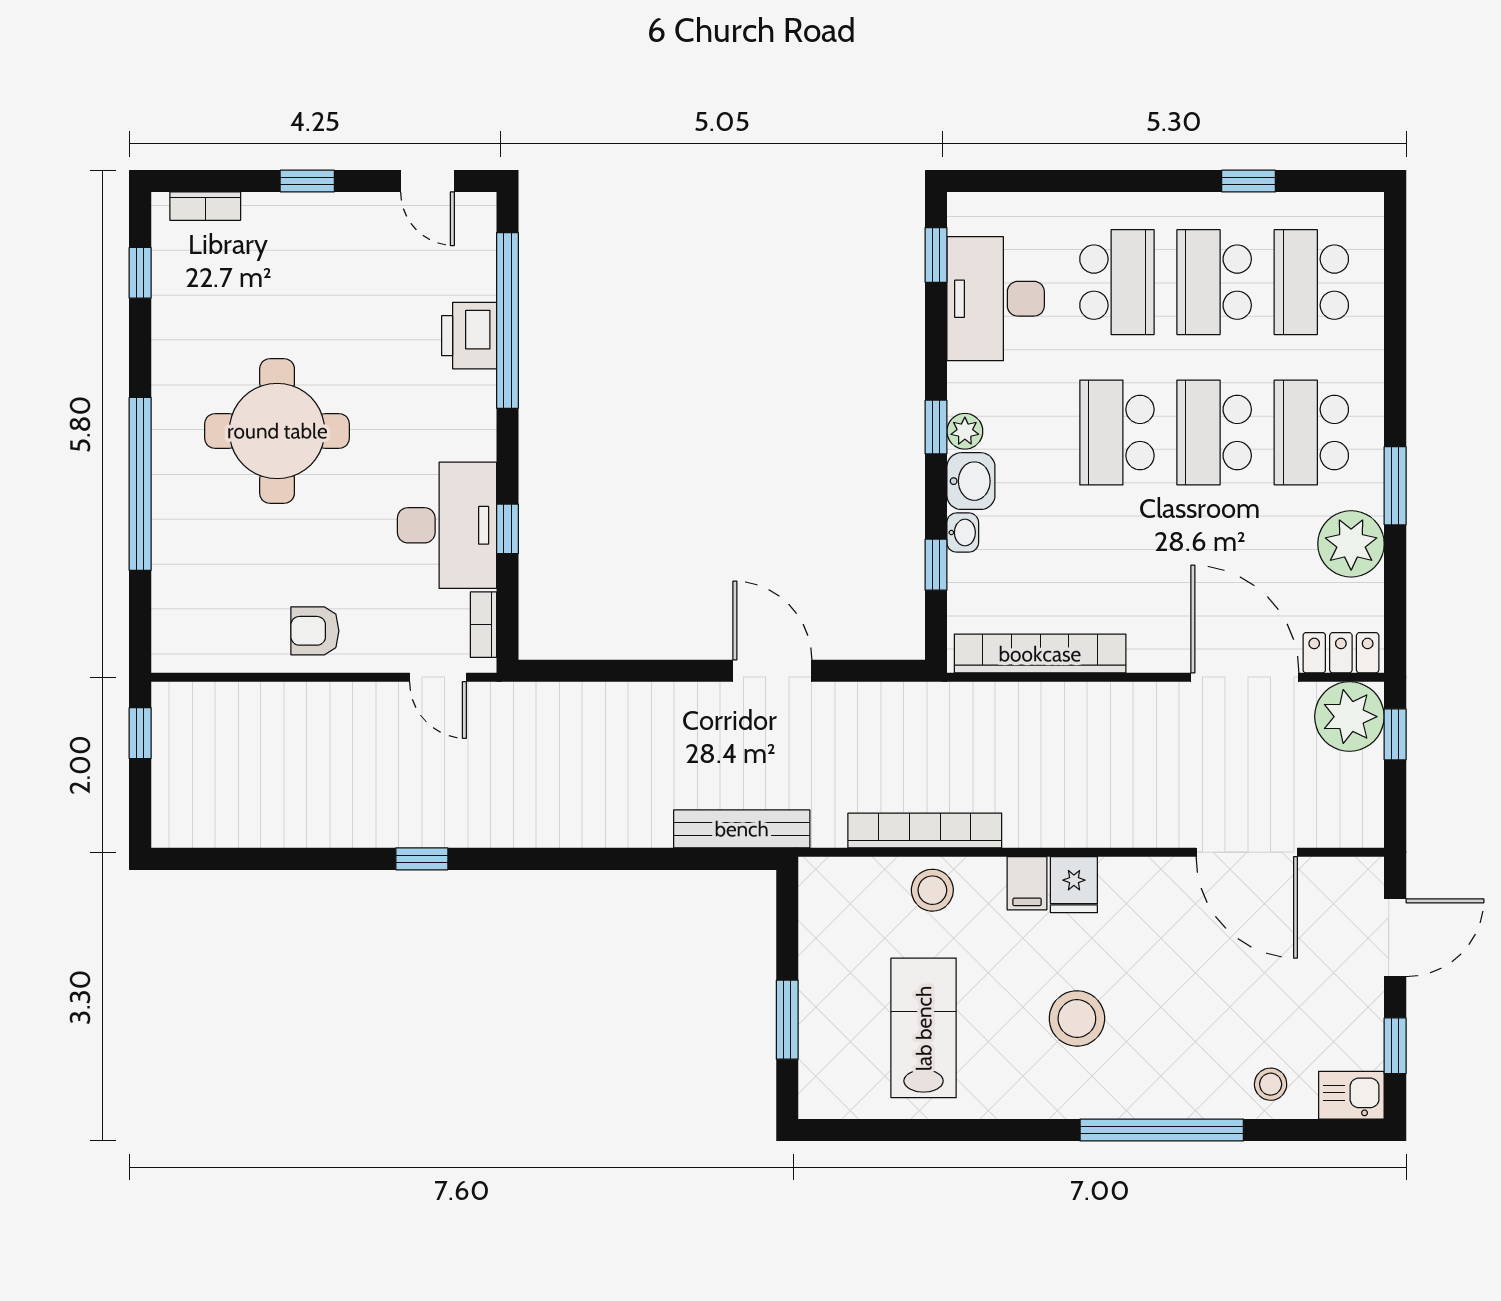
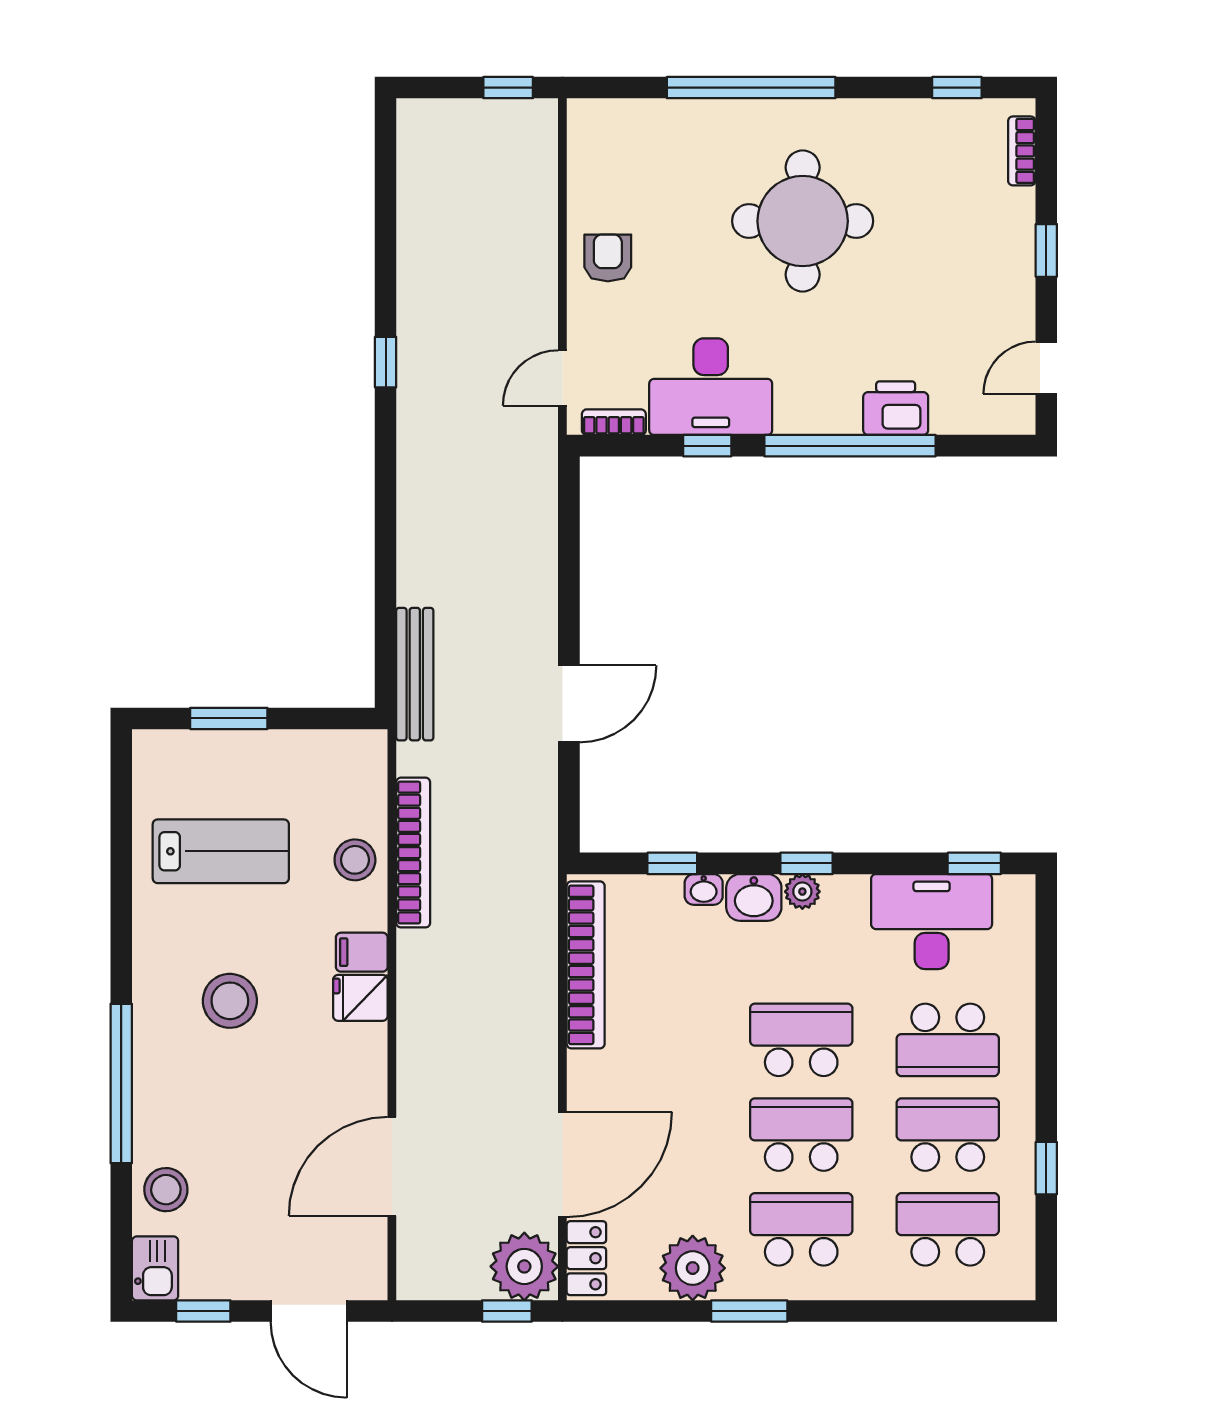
window: (507, 320) -> (850, 446), moved
stool: (1271, 1084) -> (166, 1190), width x1.37, depth x1.37

